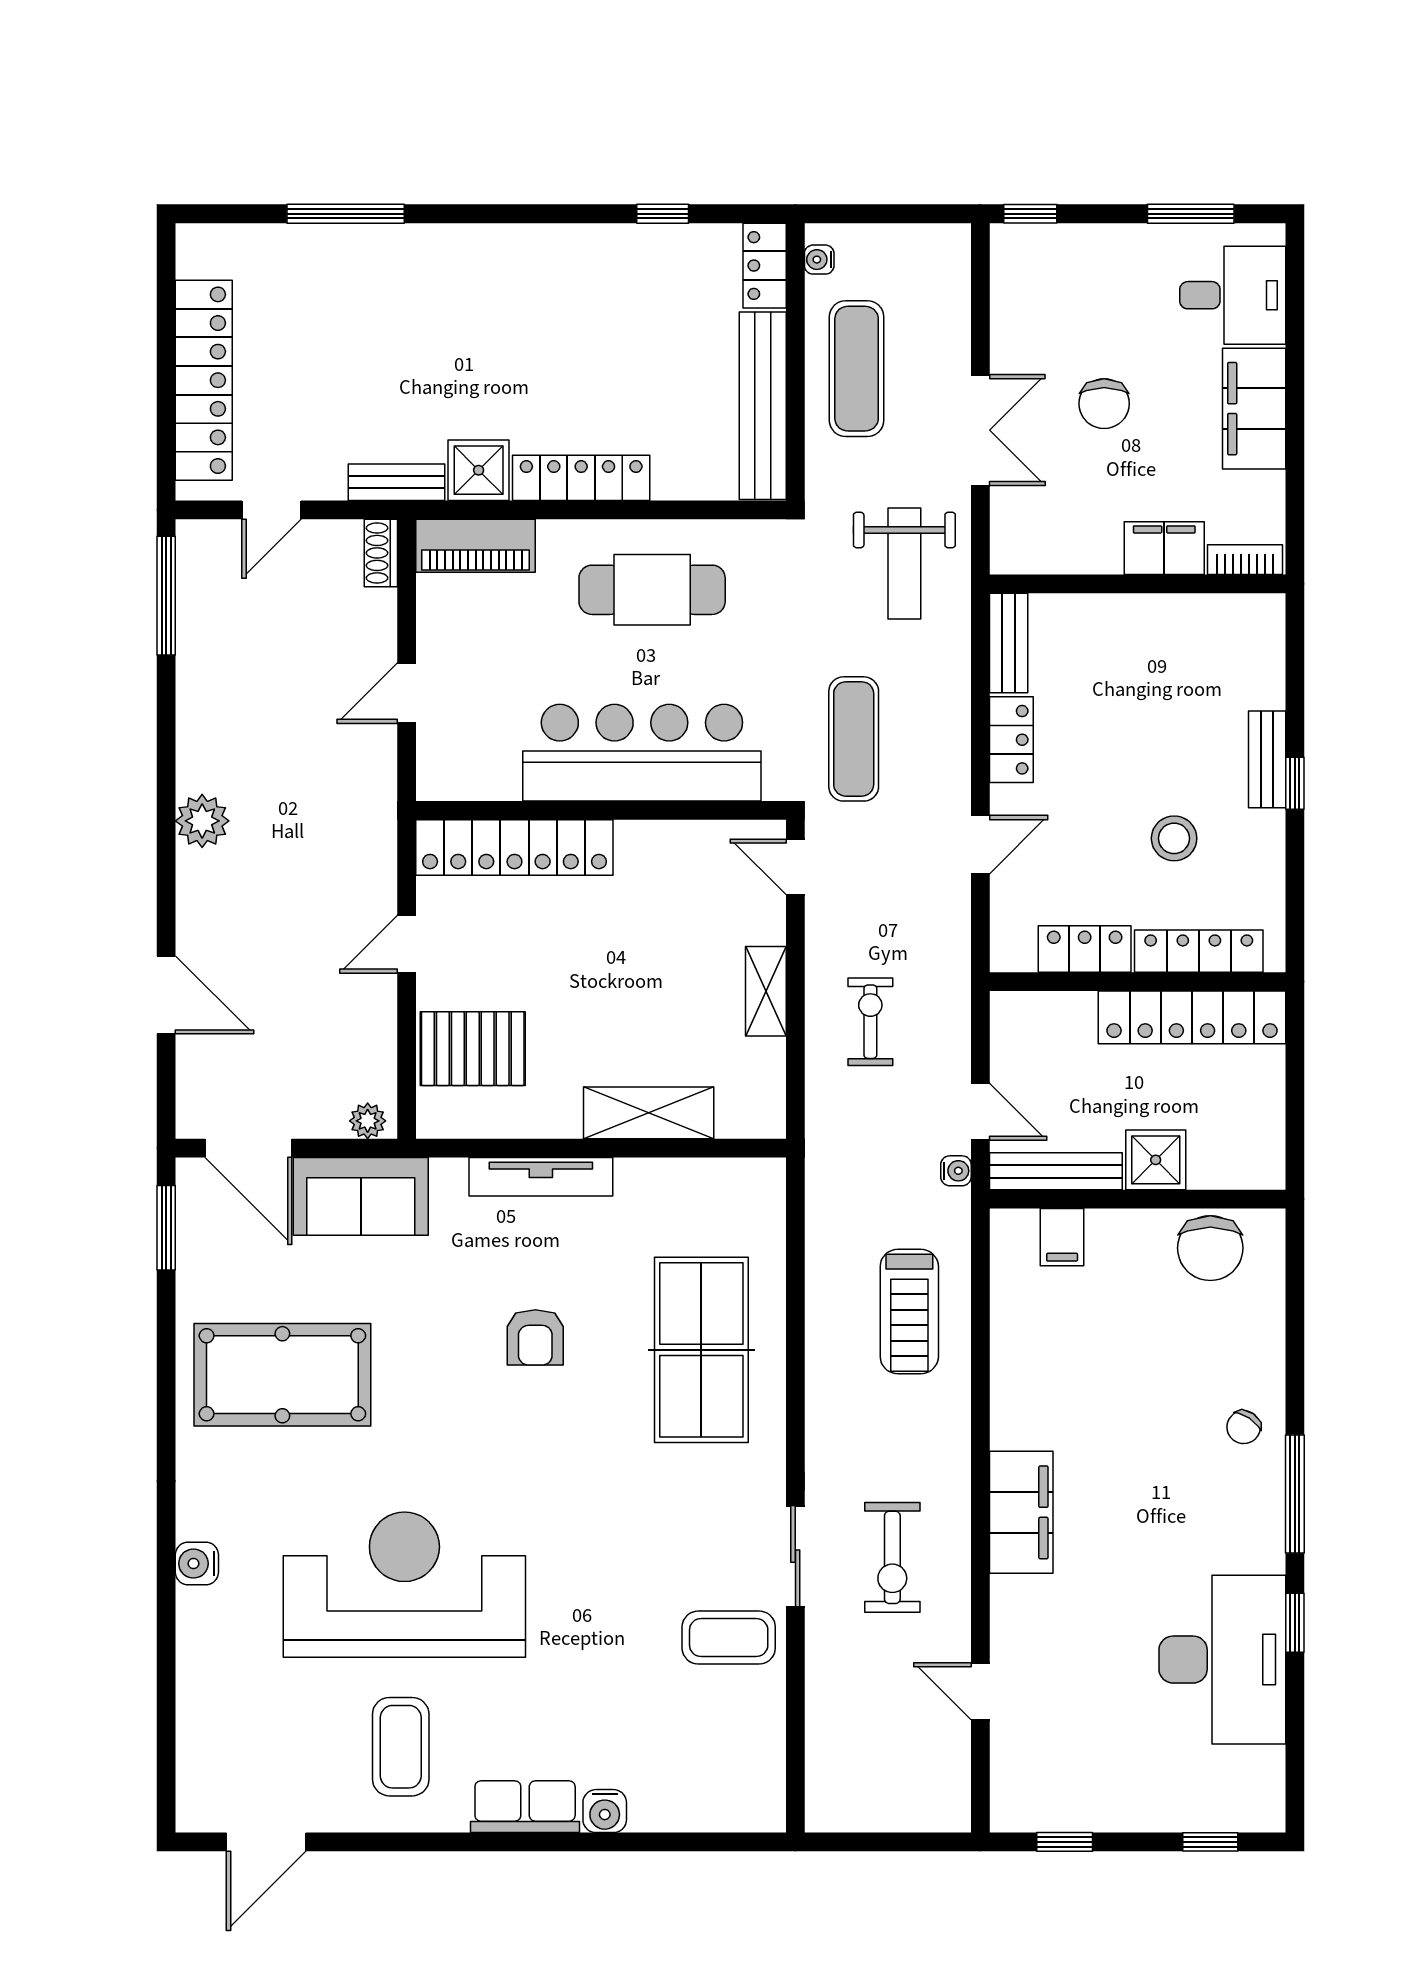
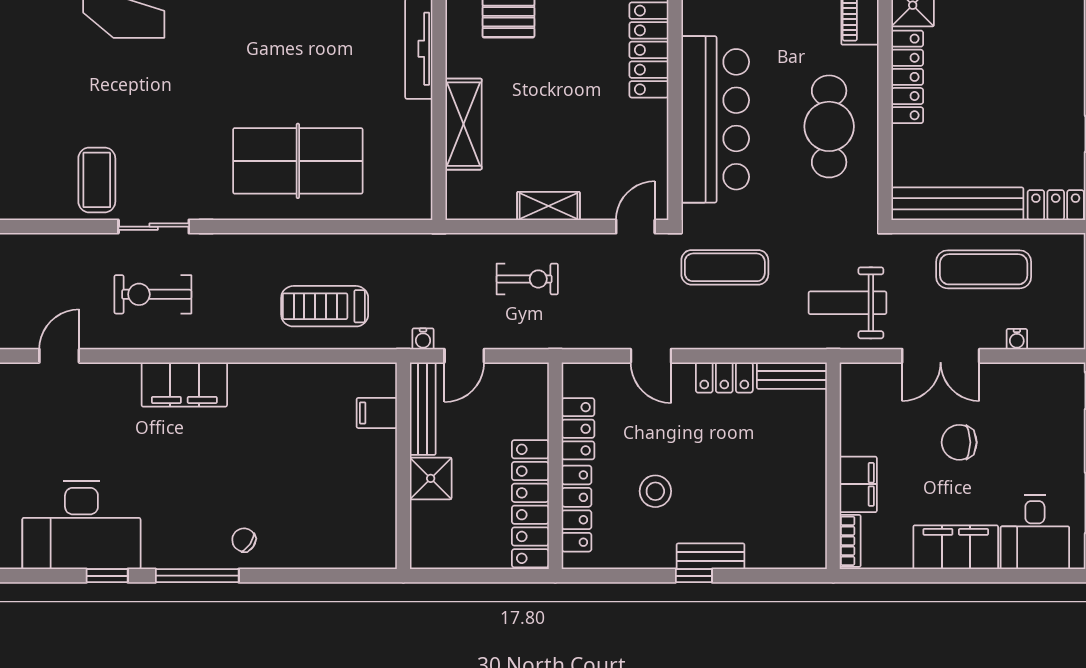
water cooler: (819, 260) -> (1017, 339), moved, turned 180
chair: (1210, 1248) -> (369, 517), removed
armchair: (535, 1337) -> (307, 45), removed

